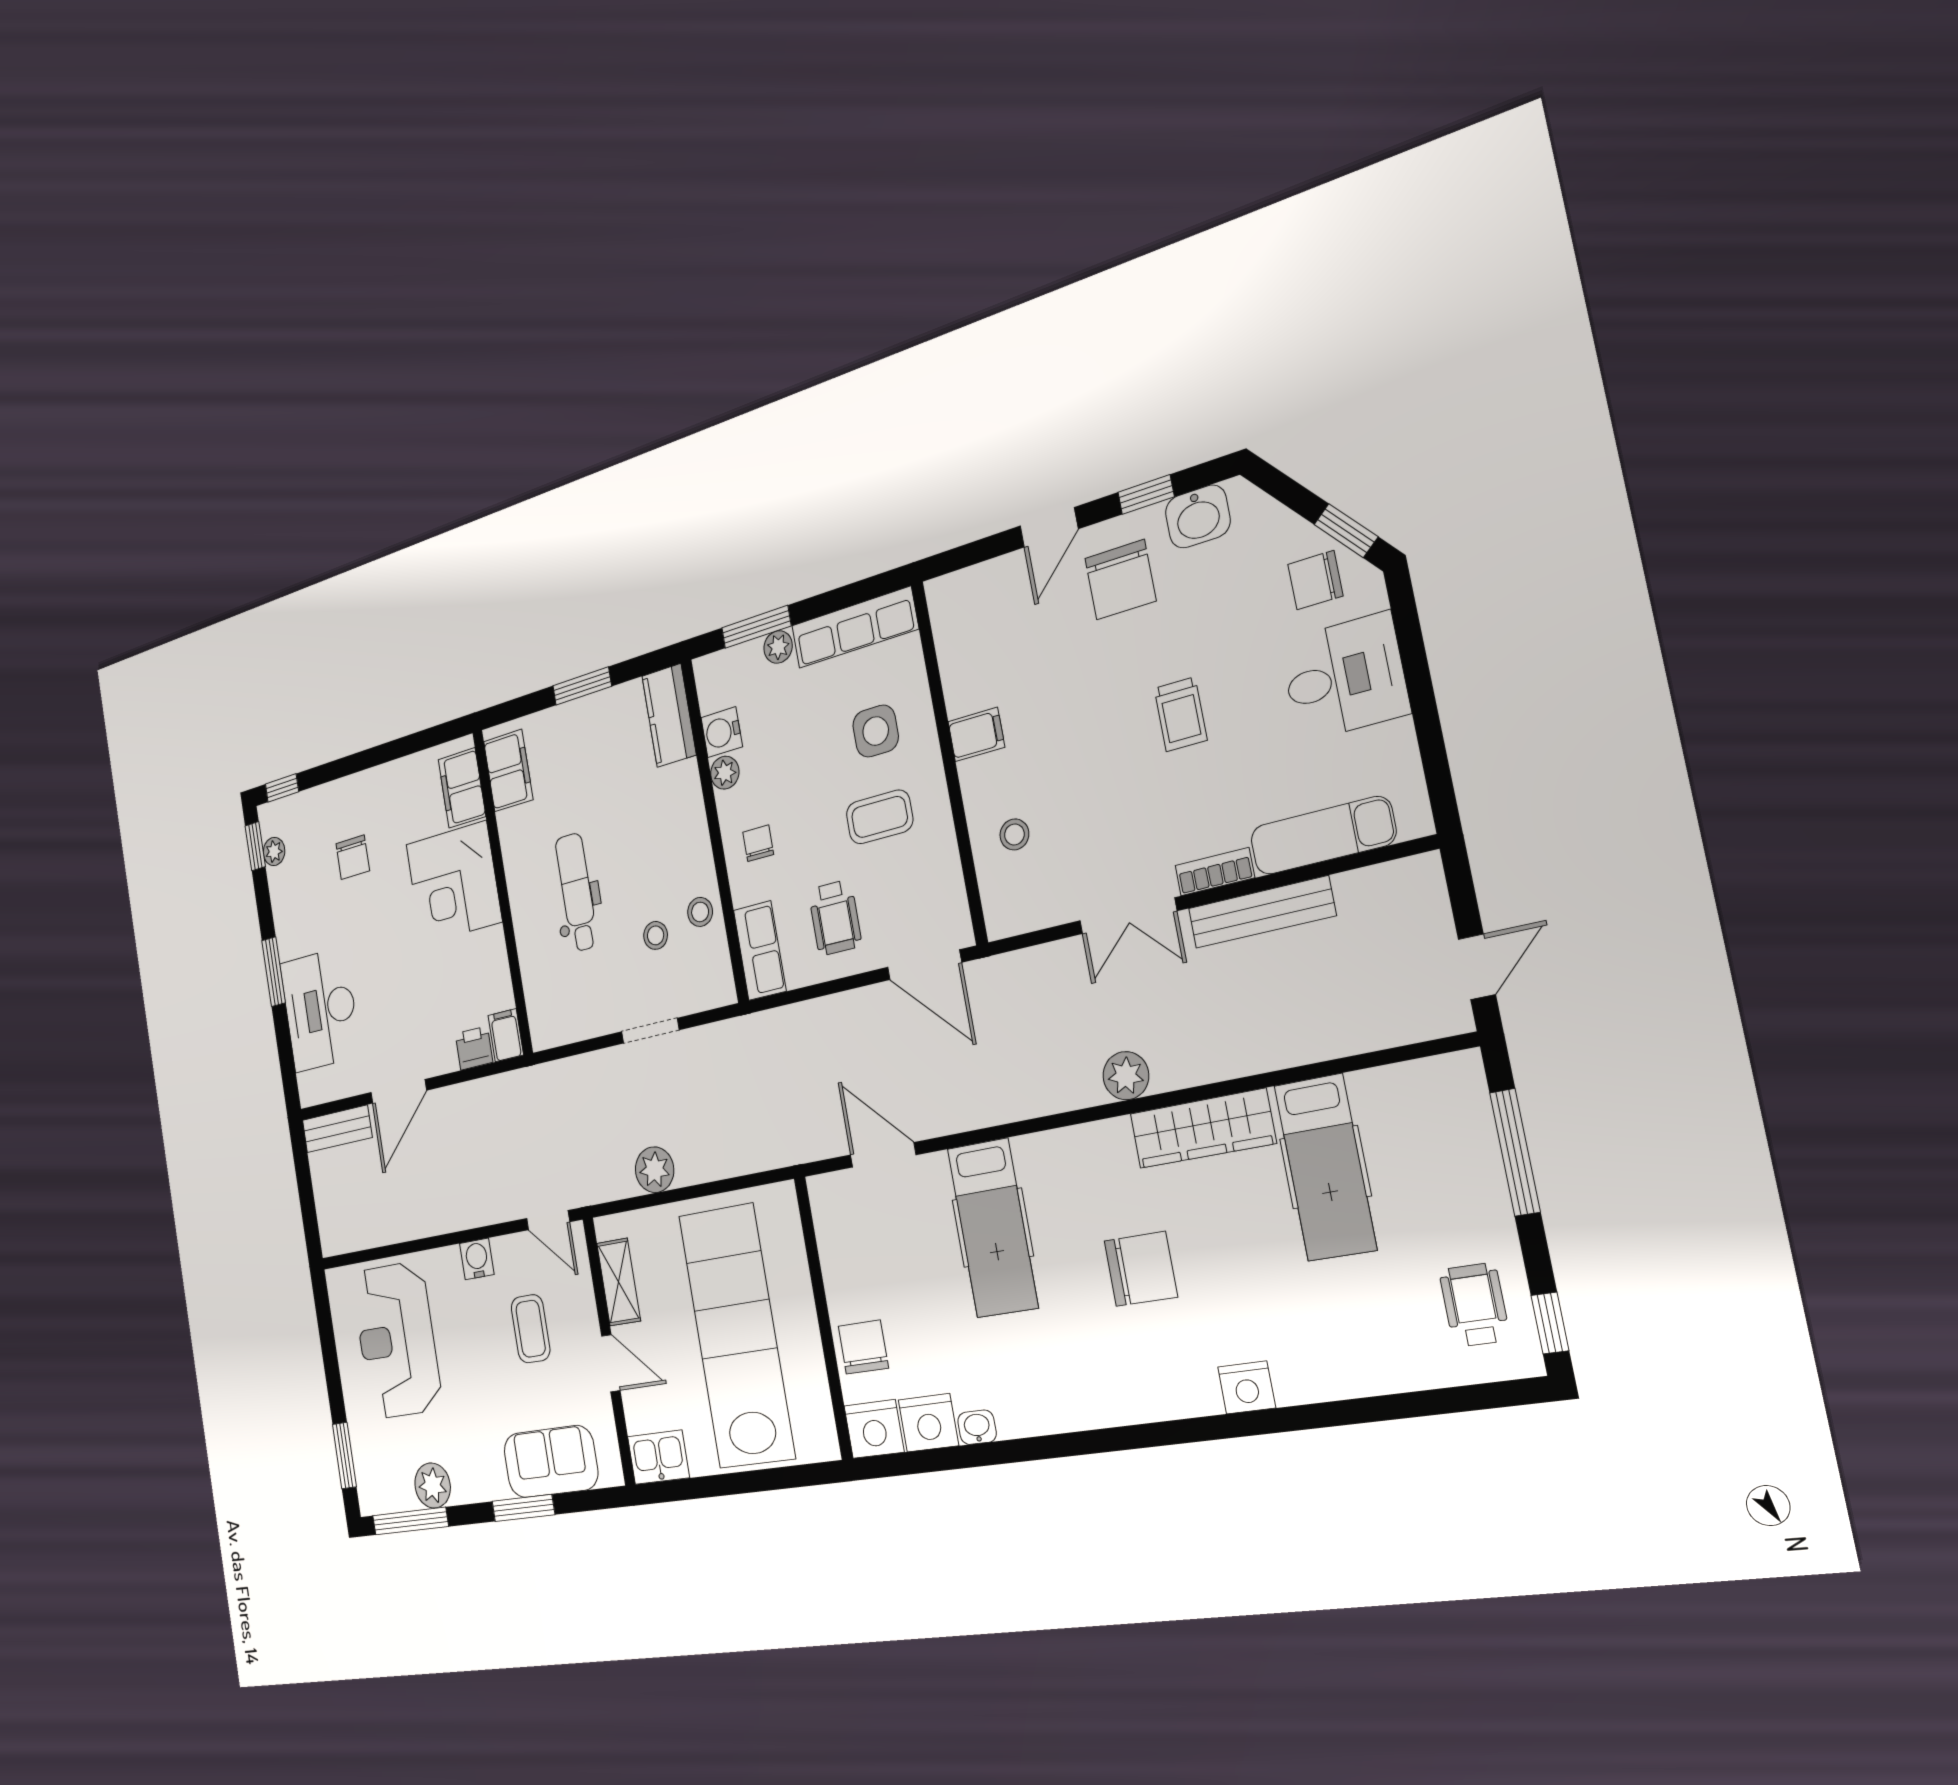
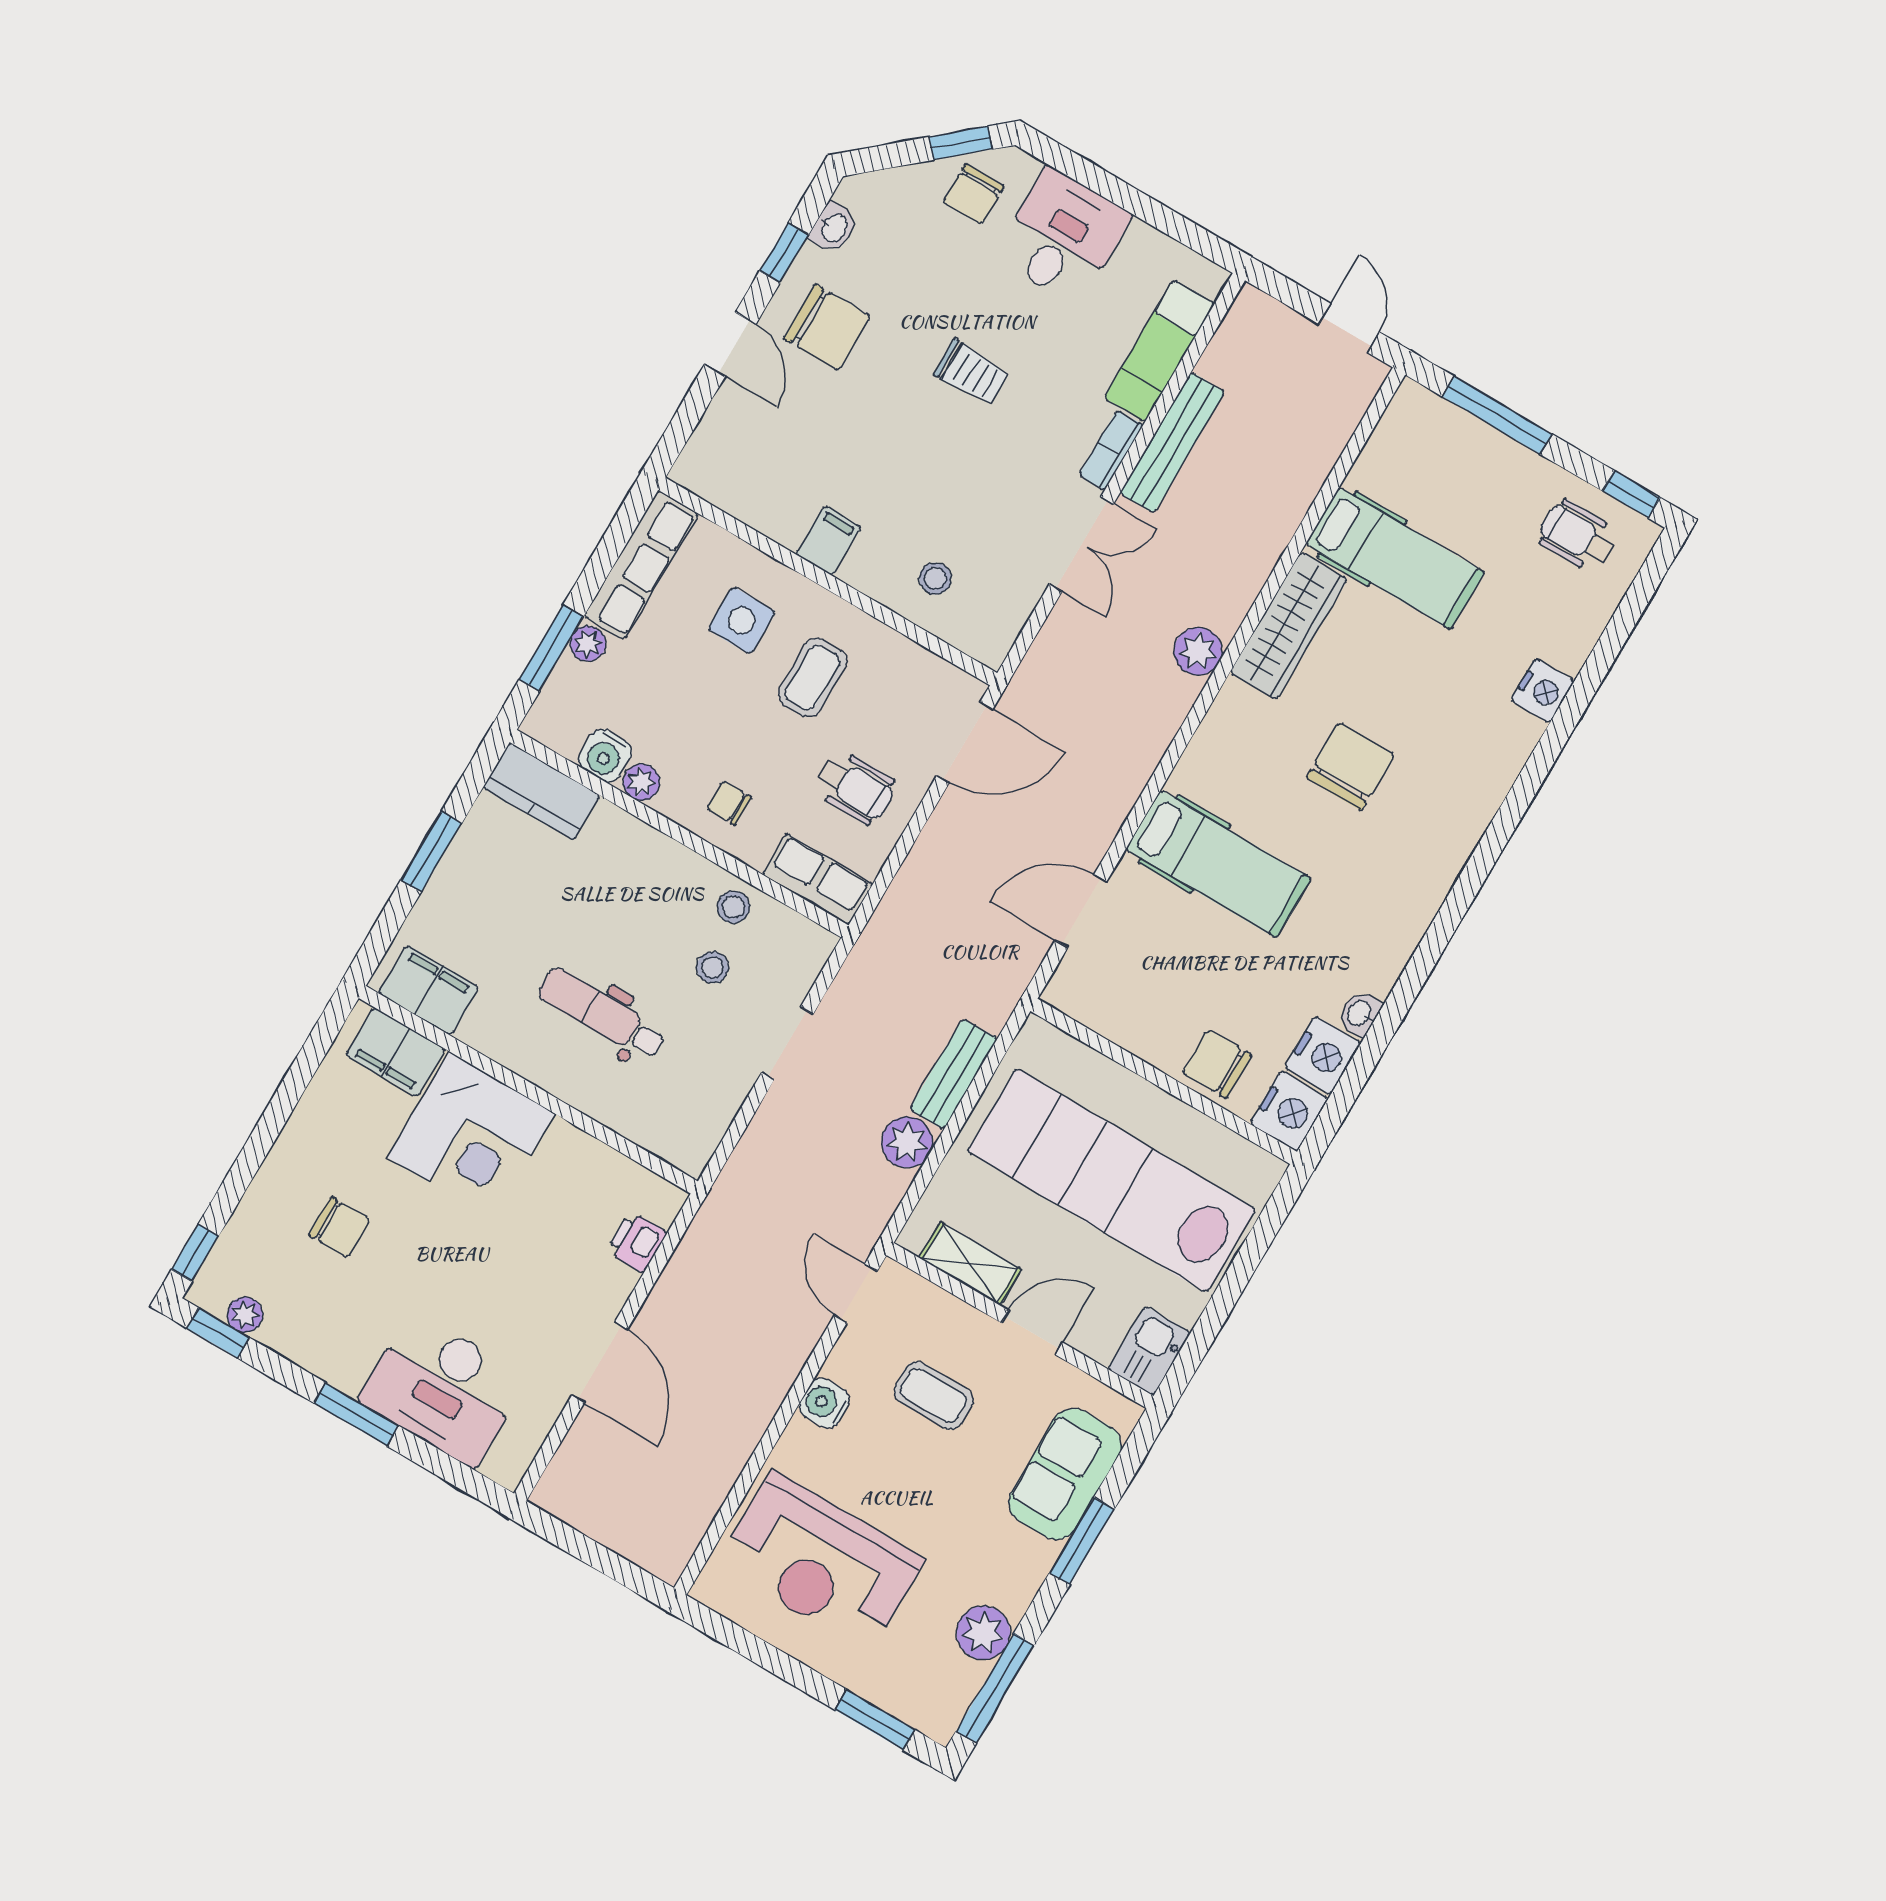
washbasin: (1198, 516) -> (833, 228), width x0.72, depth x0.69
filing cabinet: (506, 1035) -> (656, 1197), removed
bench: (337, 1129) -> (953, 1074), moved
door: (548, 1220) -> (856, 1293), swing flipped
nightstand: (1247, 1387) -> (1543, 691), moved

